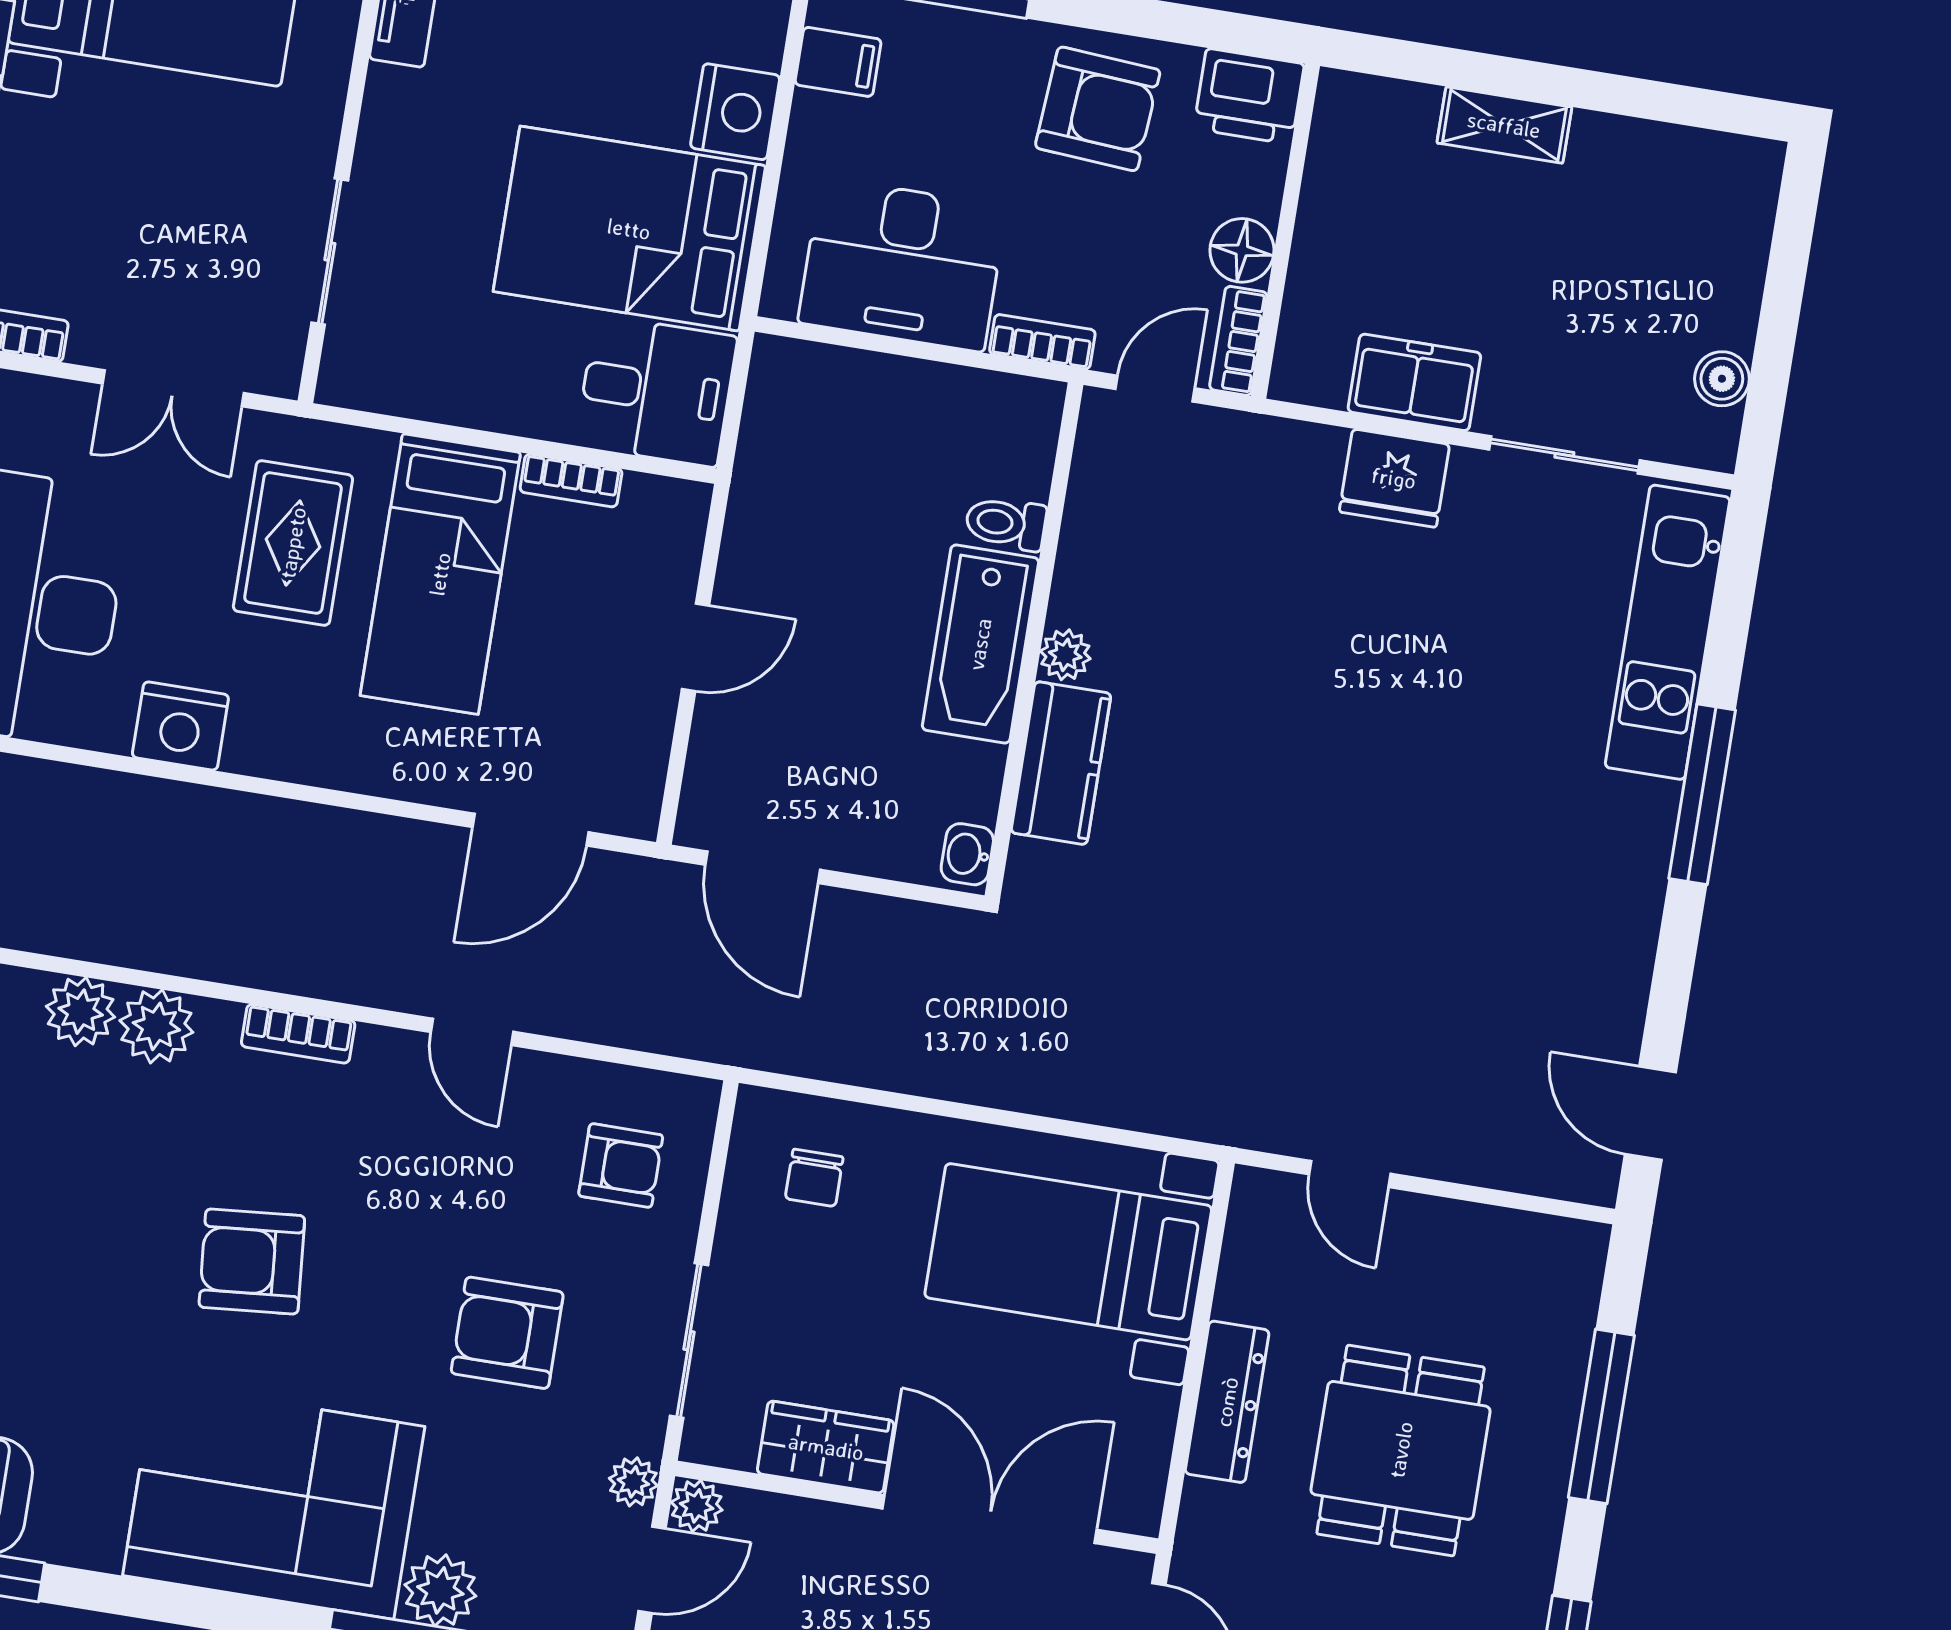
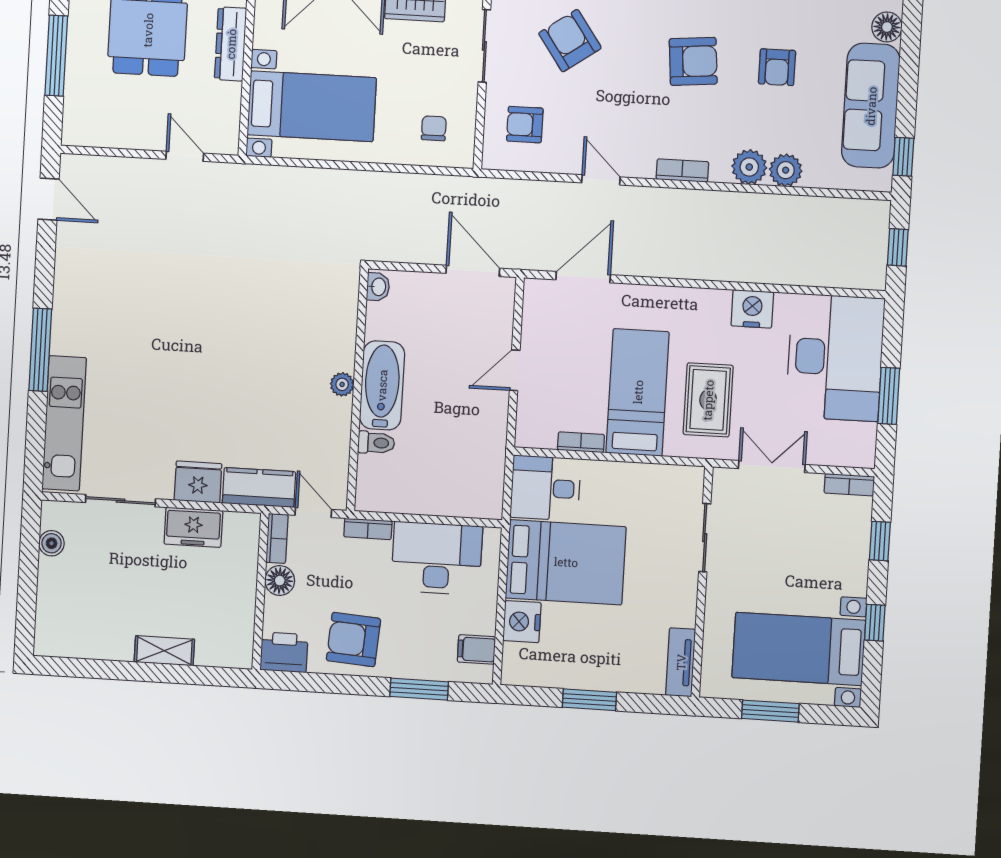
door: (1155, 389) -> (313, 512), swing flipped
kitchen counter: (1061, 763) -> (259, 487), moved, turned 90
armchair: (77, 1231) -> (777, 67), added
armchair: (507, 1333) -> (570, 41), turned -125

